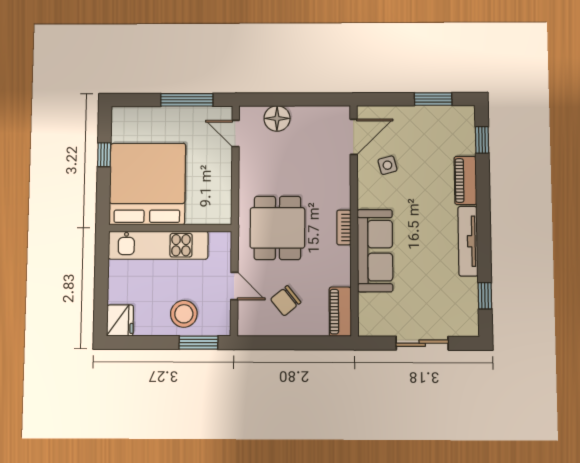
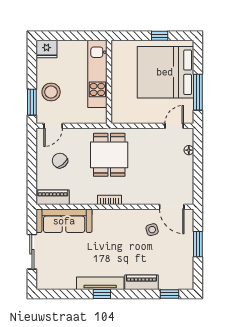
window: (433, 99) -> (198, 244), moved
floor lamp: (277, 118) -> (189, 150), width x0.53, depth x0.53
bed: (147, 184) -> (165, 72), moved, turned 180
dining table: (277, 228) -> (109, 155), turned 90
sofa: (375, 251) -> (64, 221), moved
door: (234, 286) -> (53, 126), moved
window: (485, 296) -> (102, 294), moved

